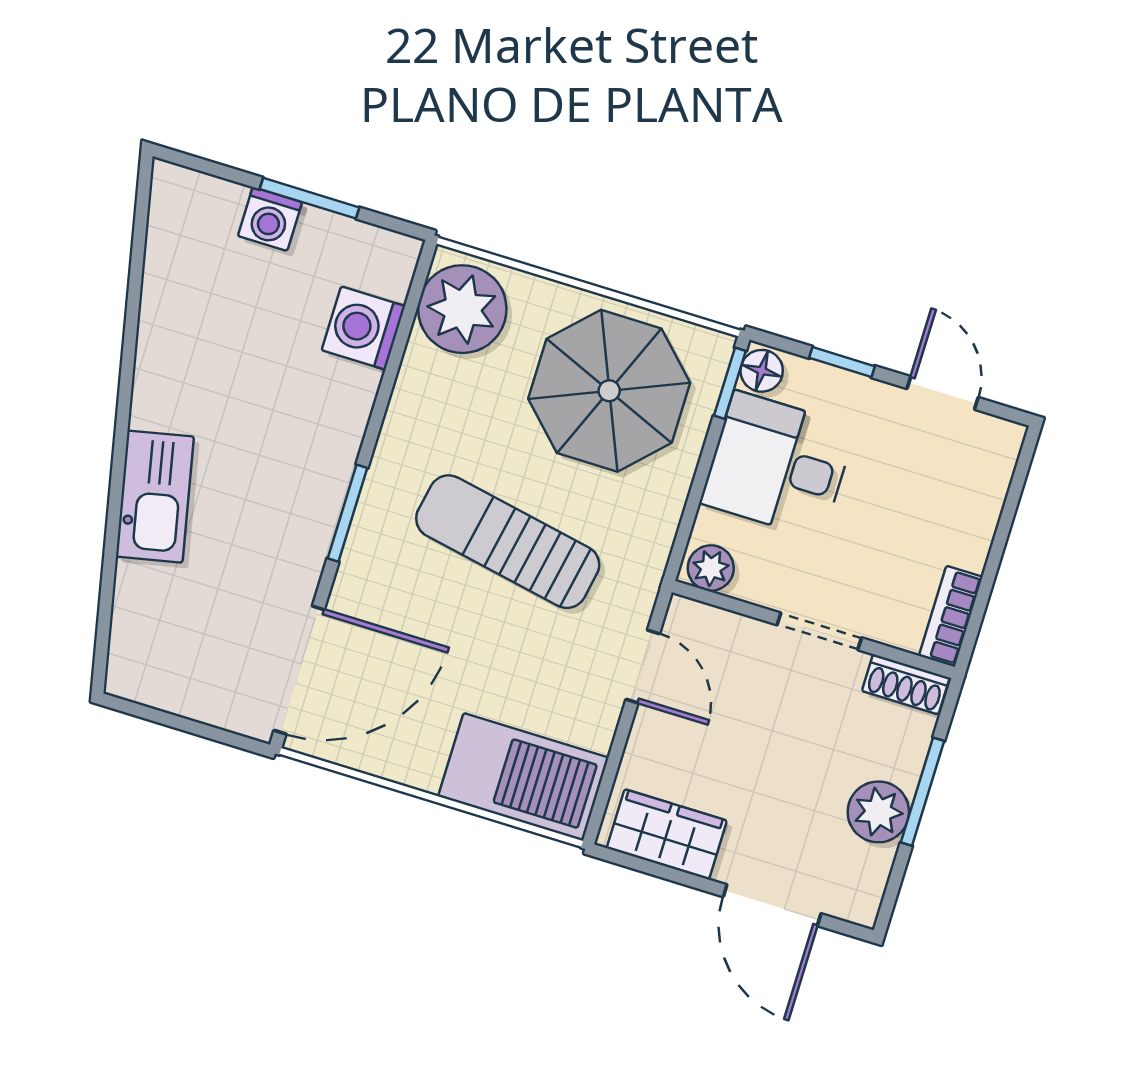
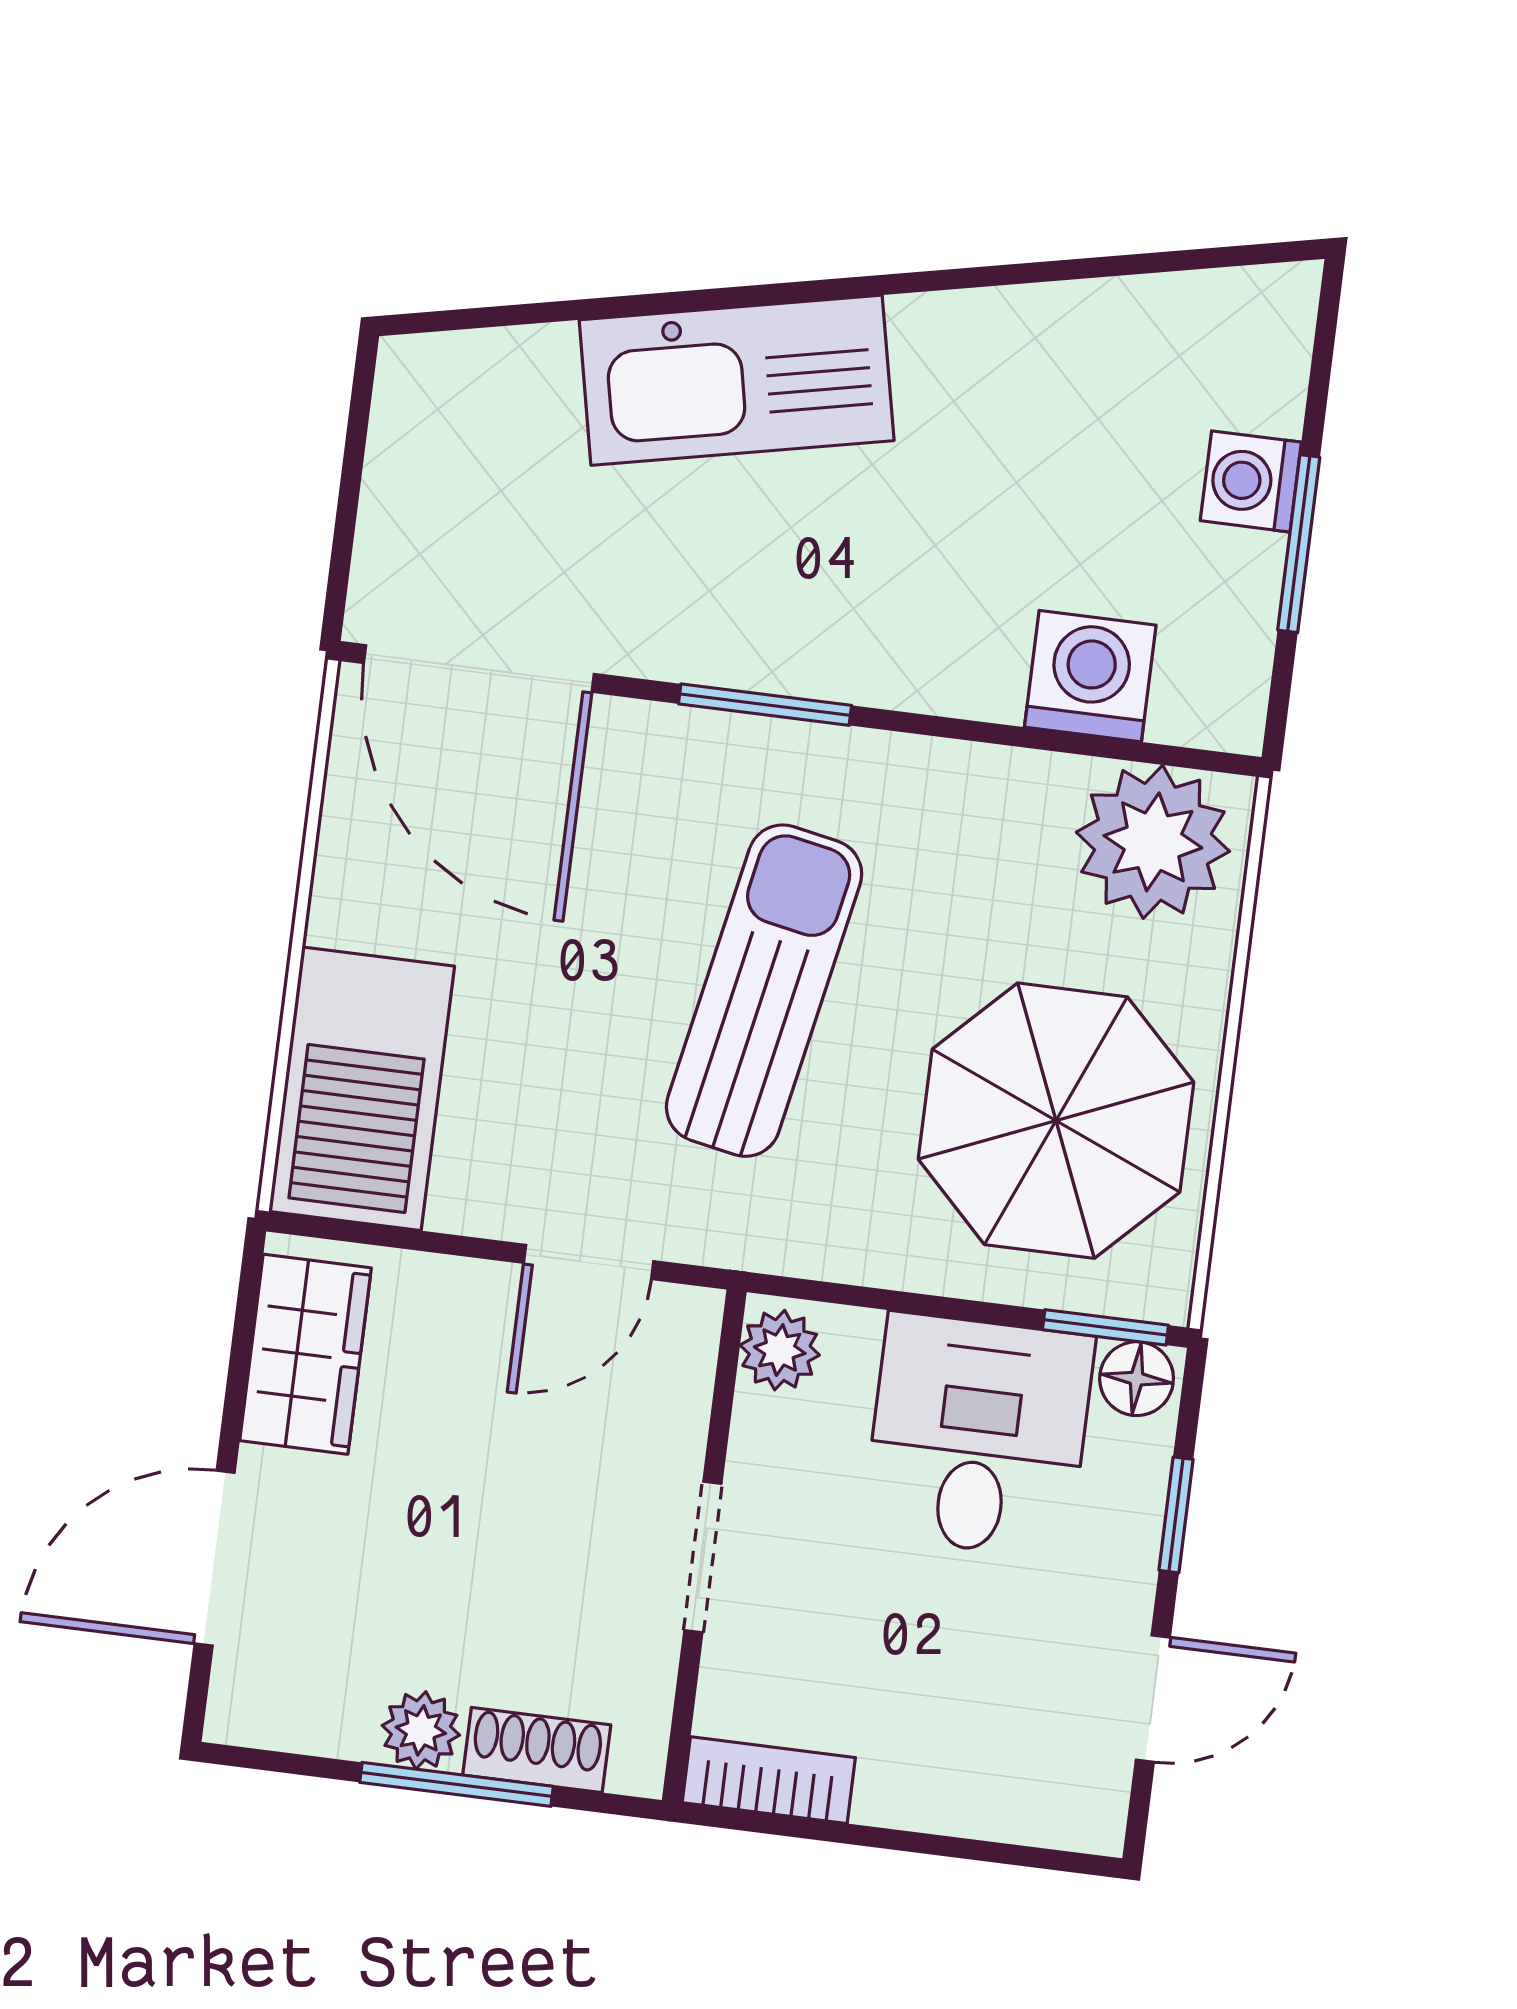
kitchen sink: (155, 497) -> (737, 380), width x1.36, depth x1.24
shoe rack: (906, 684) -> (537, 1750), moved, turned 90
plant: (878, 812) -> (421, 1730), width x0.73, depth x0.73

